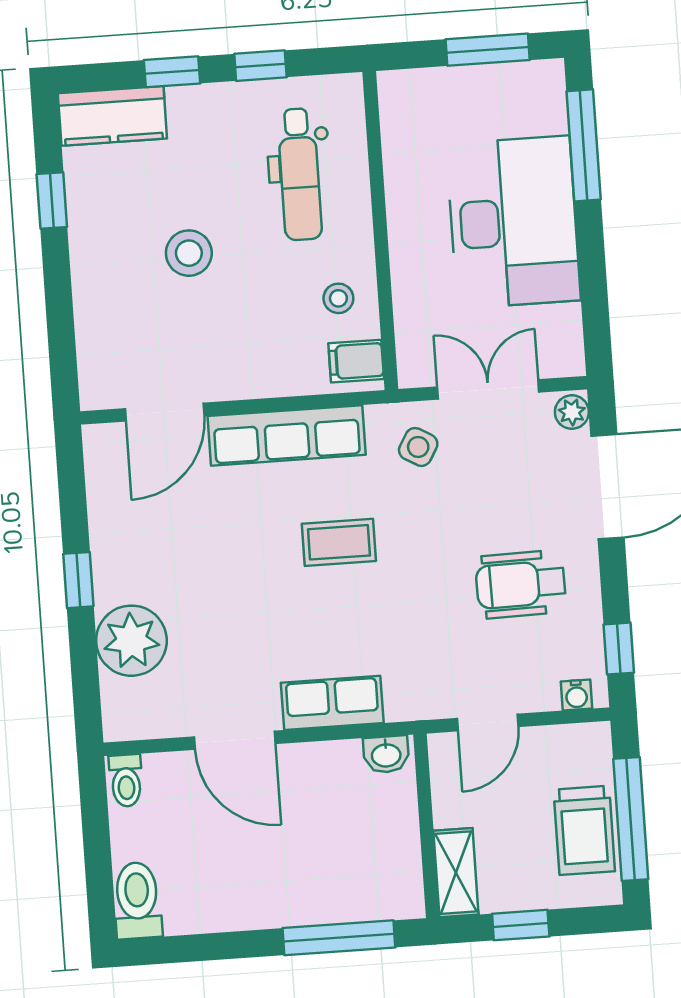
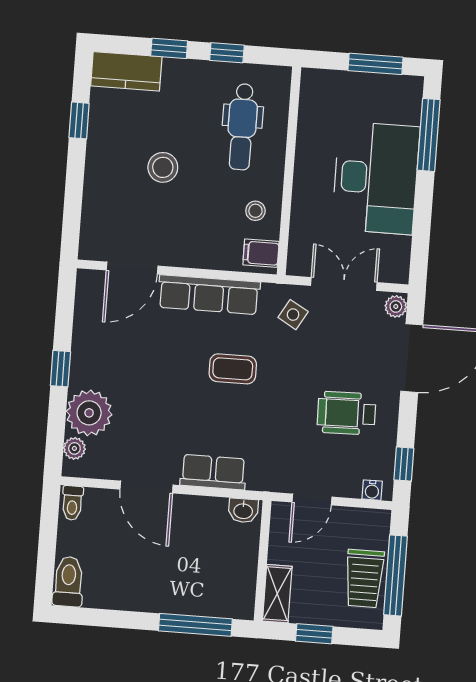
plant: (117, 698) -> (74, 448), added

